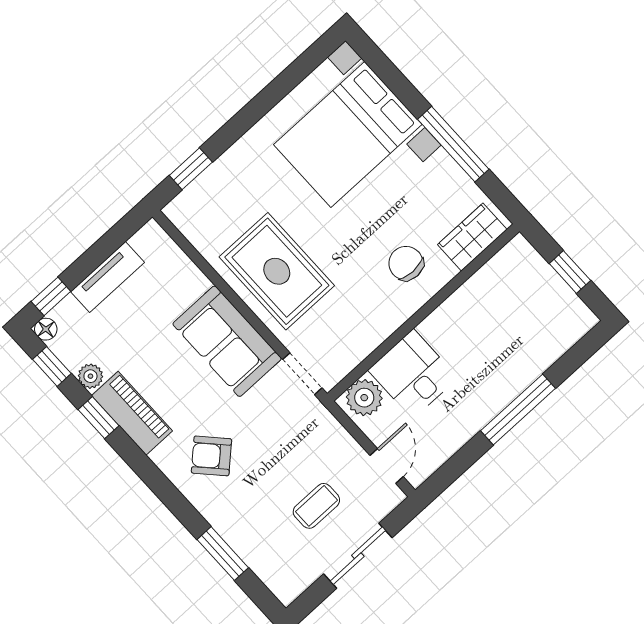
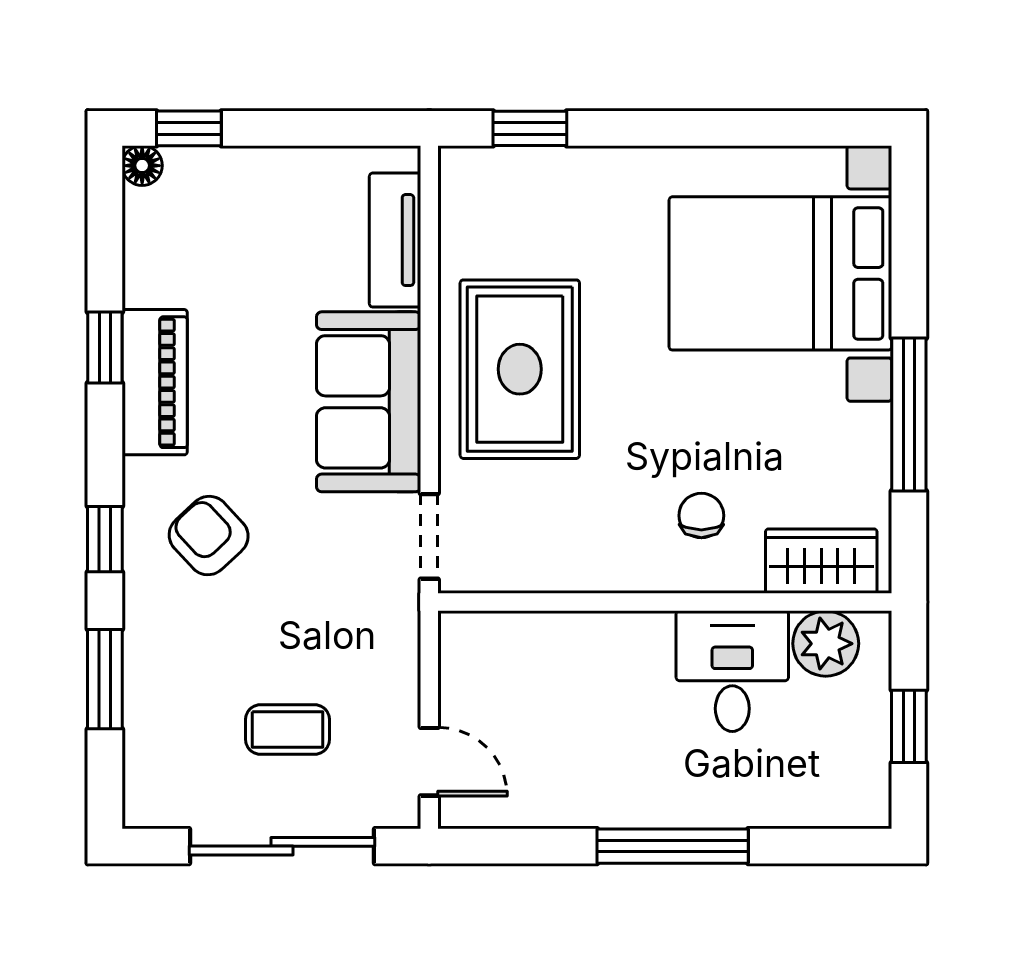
chair: (406, 263) -> (701, 516), width x0.73, depth x0.73
tv unit: (107, 277) -> (395, 240), moved, turned 90
window: (52, 366) -> (105, 539), moved
desk: (413, 374) -> (732, 671), moved
plant: (90, 376) -> (144, 282), removed
plant: (364, 398) -> (826, 644), moved
door: (387, 466) -> (429, 762), hinge flipped
sliding door: (358, 556) -> (282, 846), width x1.37

